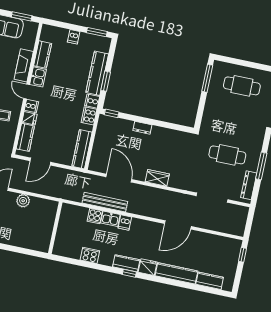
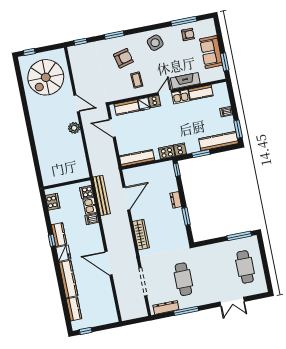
kitchen counter: (97, 73) -> (219, 141), moved
window: (164, 124) -> (186, 216), added
wardrobe: (157, 178) -> (141, 235), width x1.50
wall: (55, 228) -> (67, 183), moved
window: (242, 255) -> (86, 331), moved

